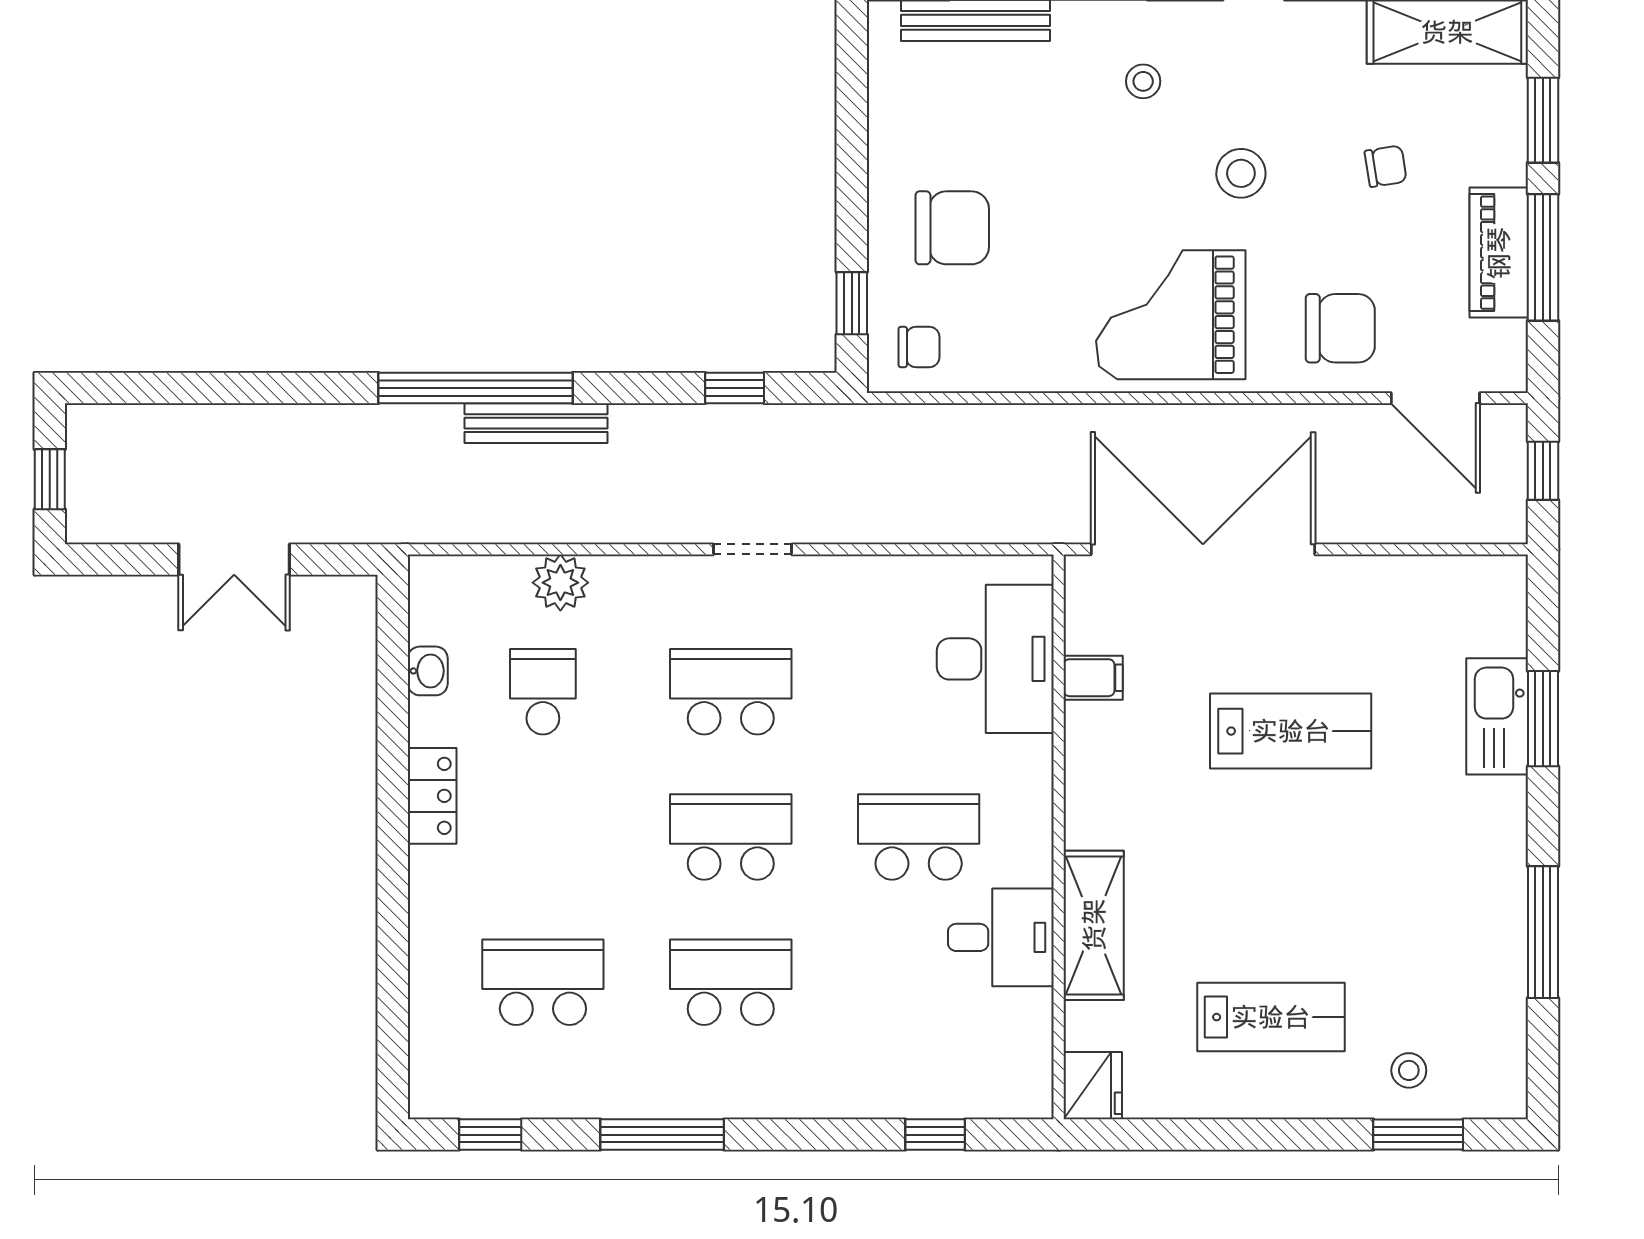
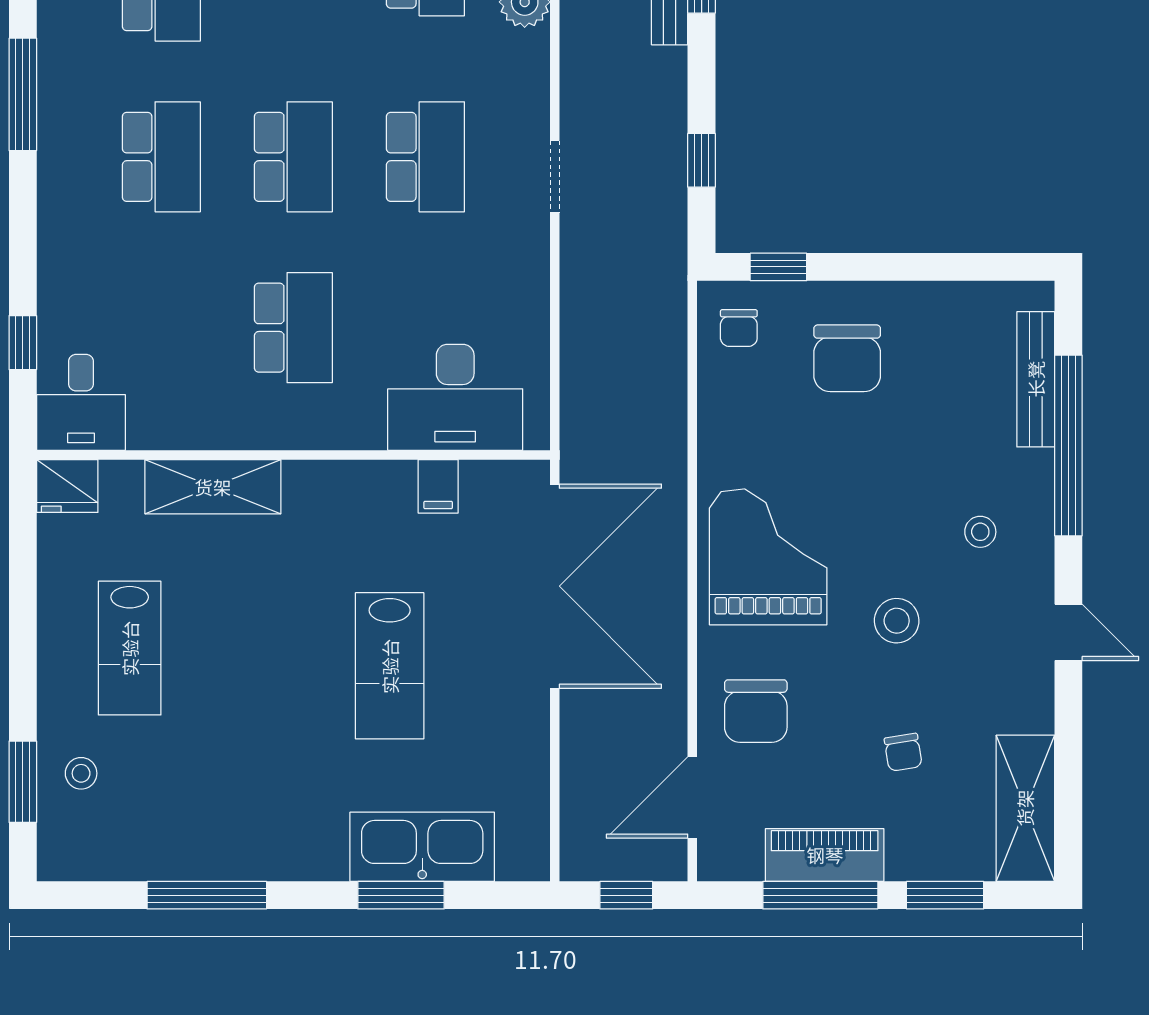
kitchen sink: (1497, 716) -> (422, 847), width x1.36, depth x1.24
desk: (1001, 937) -> (81, 402), moved

